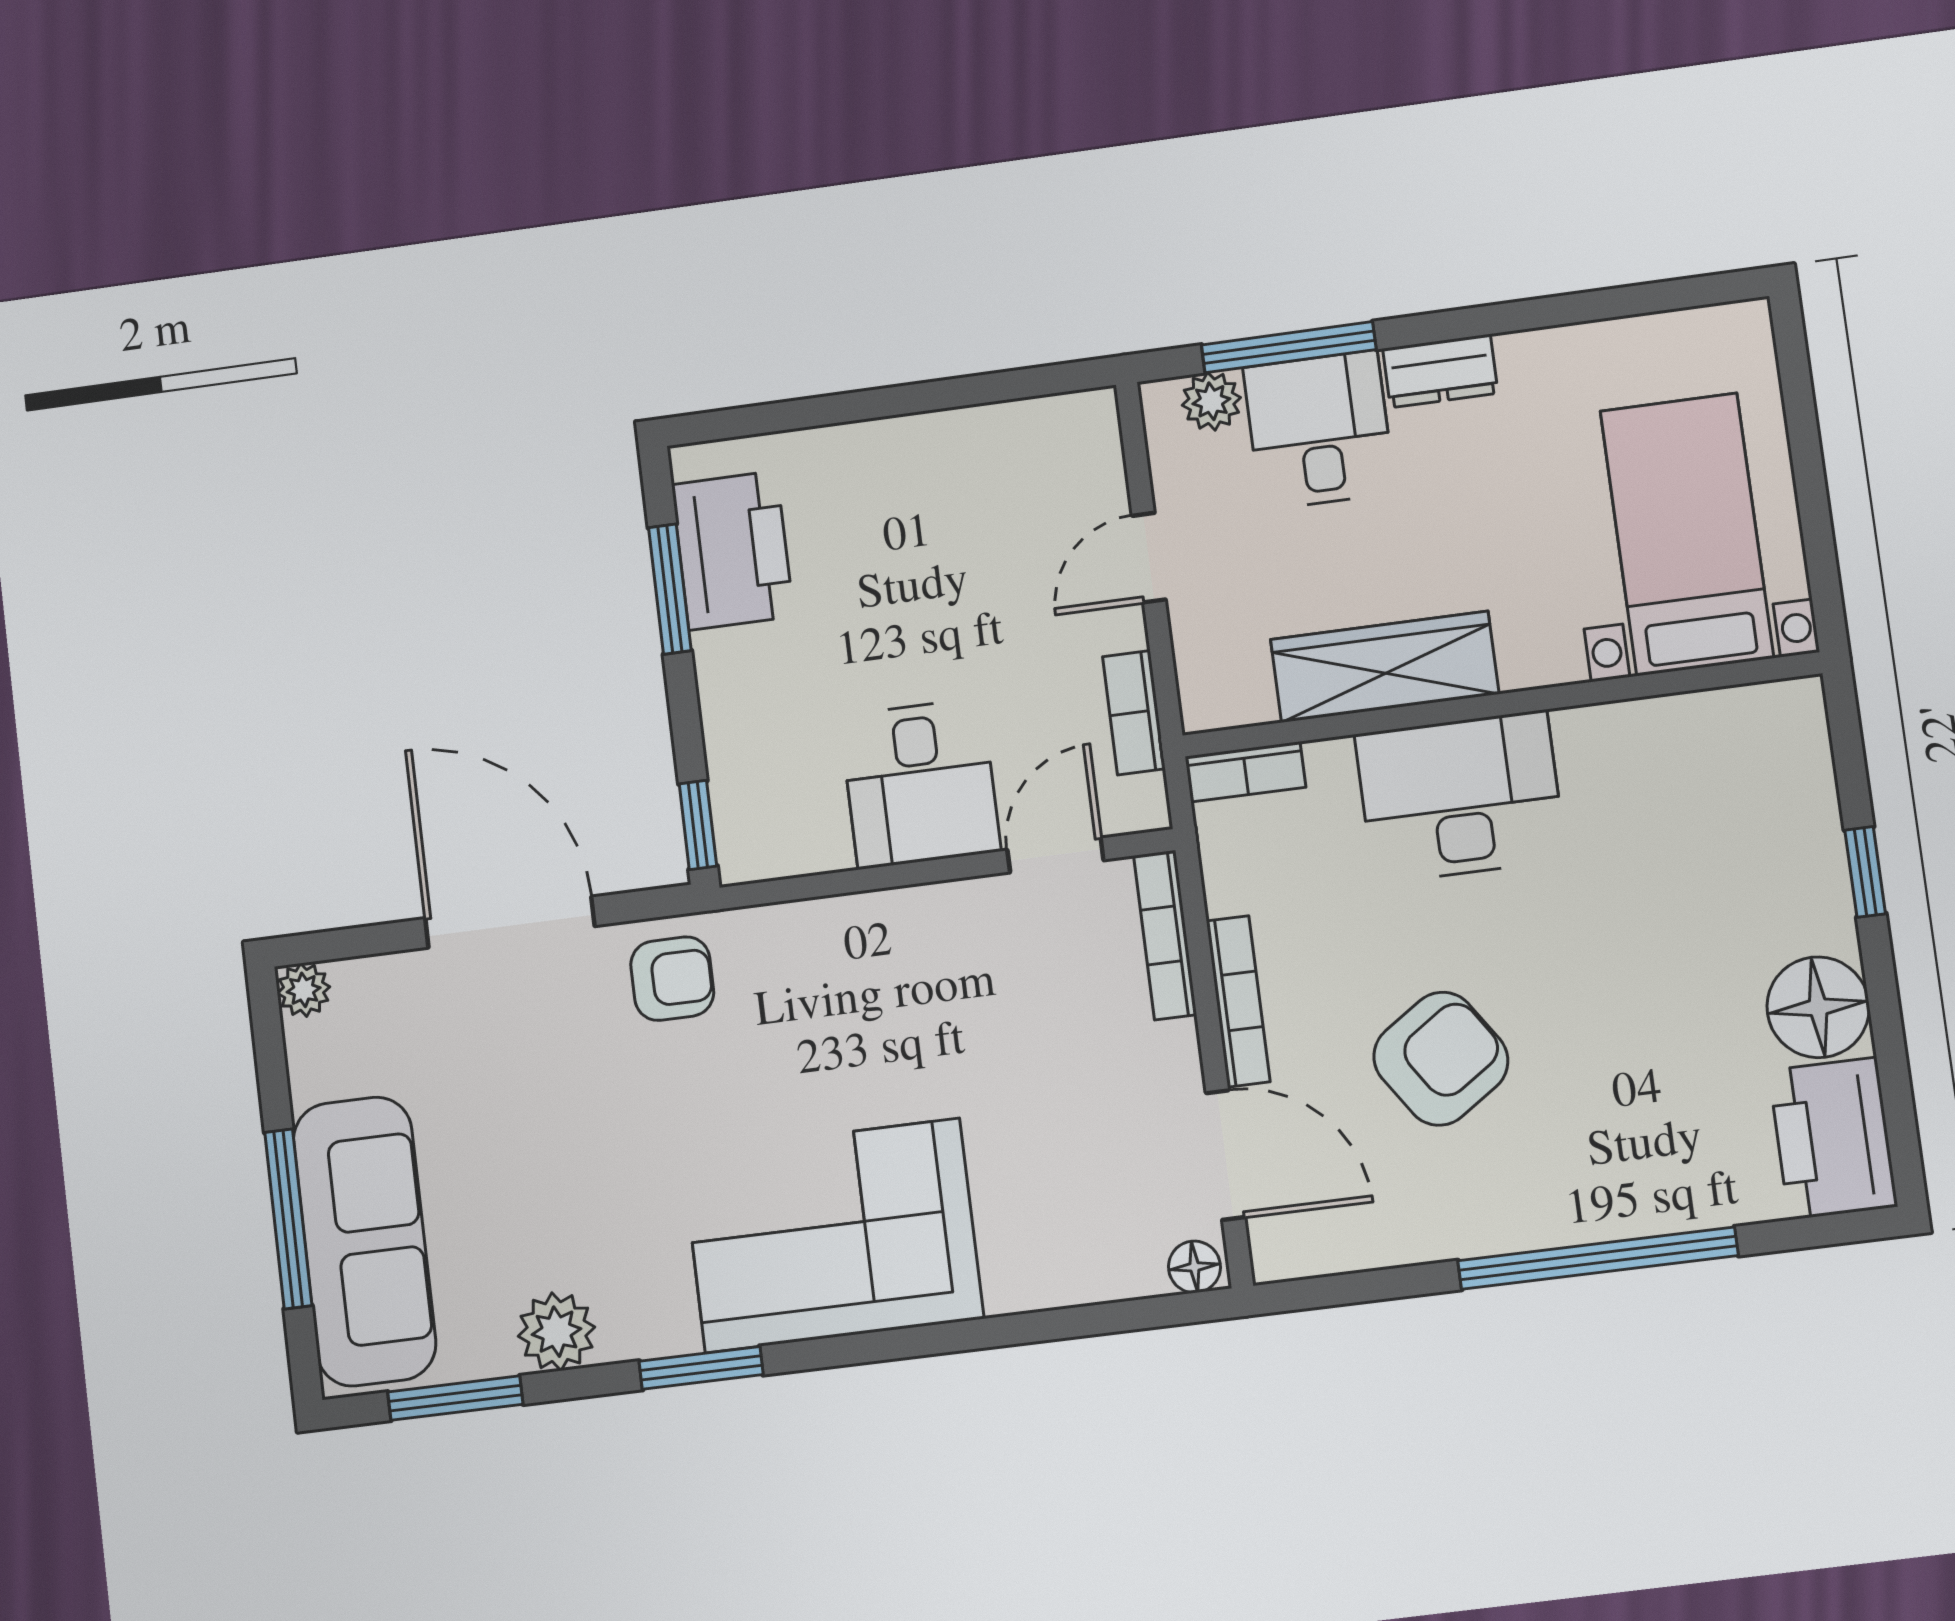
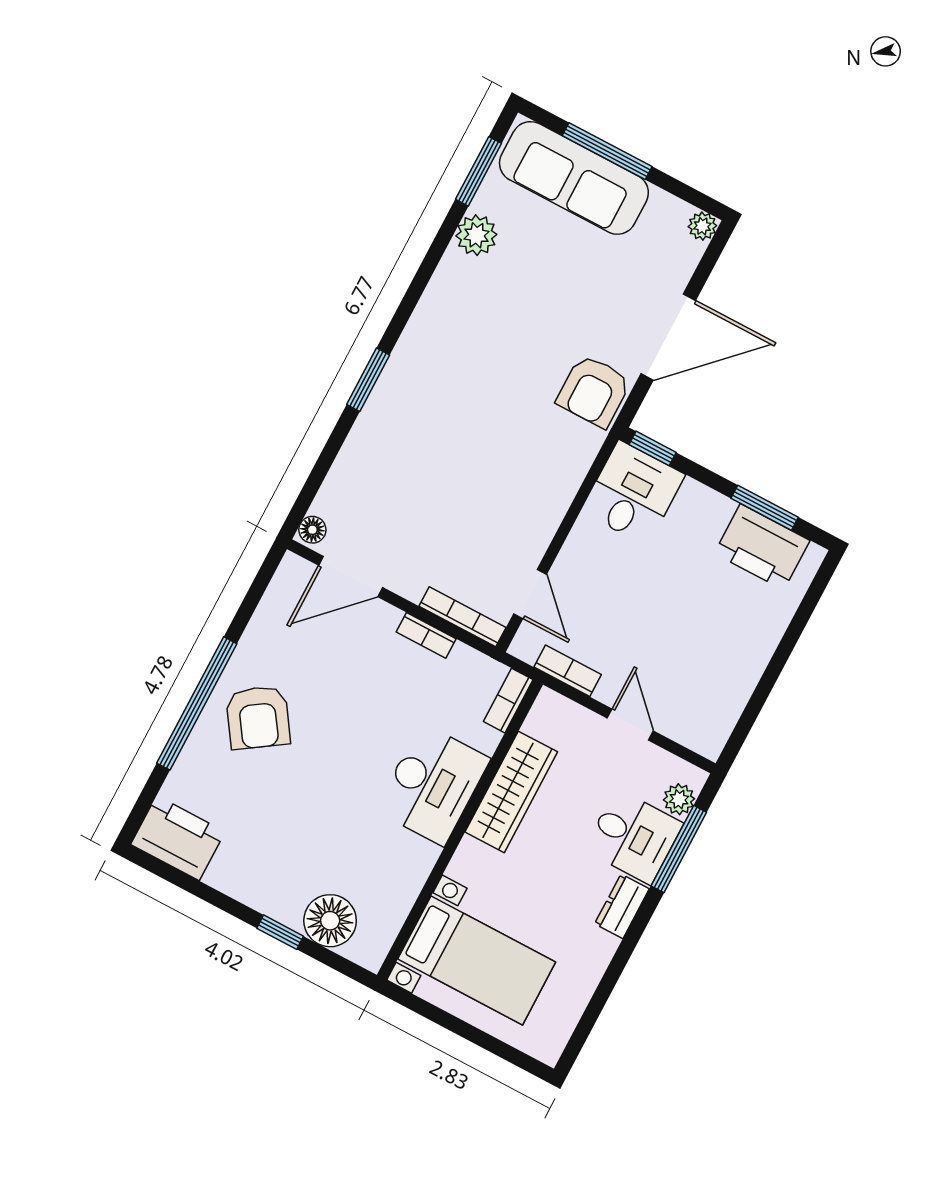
desk: (920, 784) -> (633, 493), moved, turned 90
armchair: (672, 979) -> (594, 391), width x1.38, depth x1.38
bookcase: (1238, 1001) -> (426, 635), width x0.64
floor lamp: (1818, 1007) -> (330, 921), moved
armchair: (1441, 1059) -> (258, 717), moved
corner sofa: (832, 1235) -> (434, 384), removed
window: (701, 1368) -> (368, 380), moved

